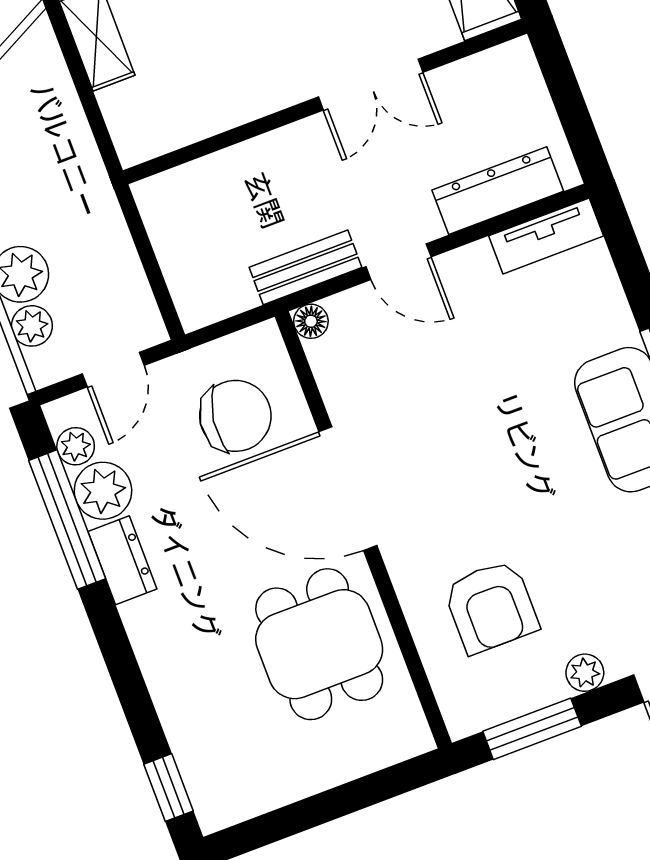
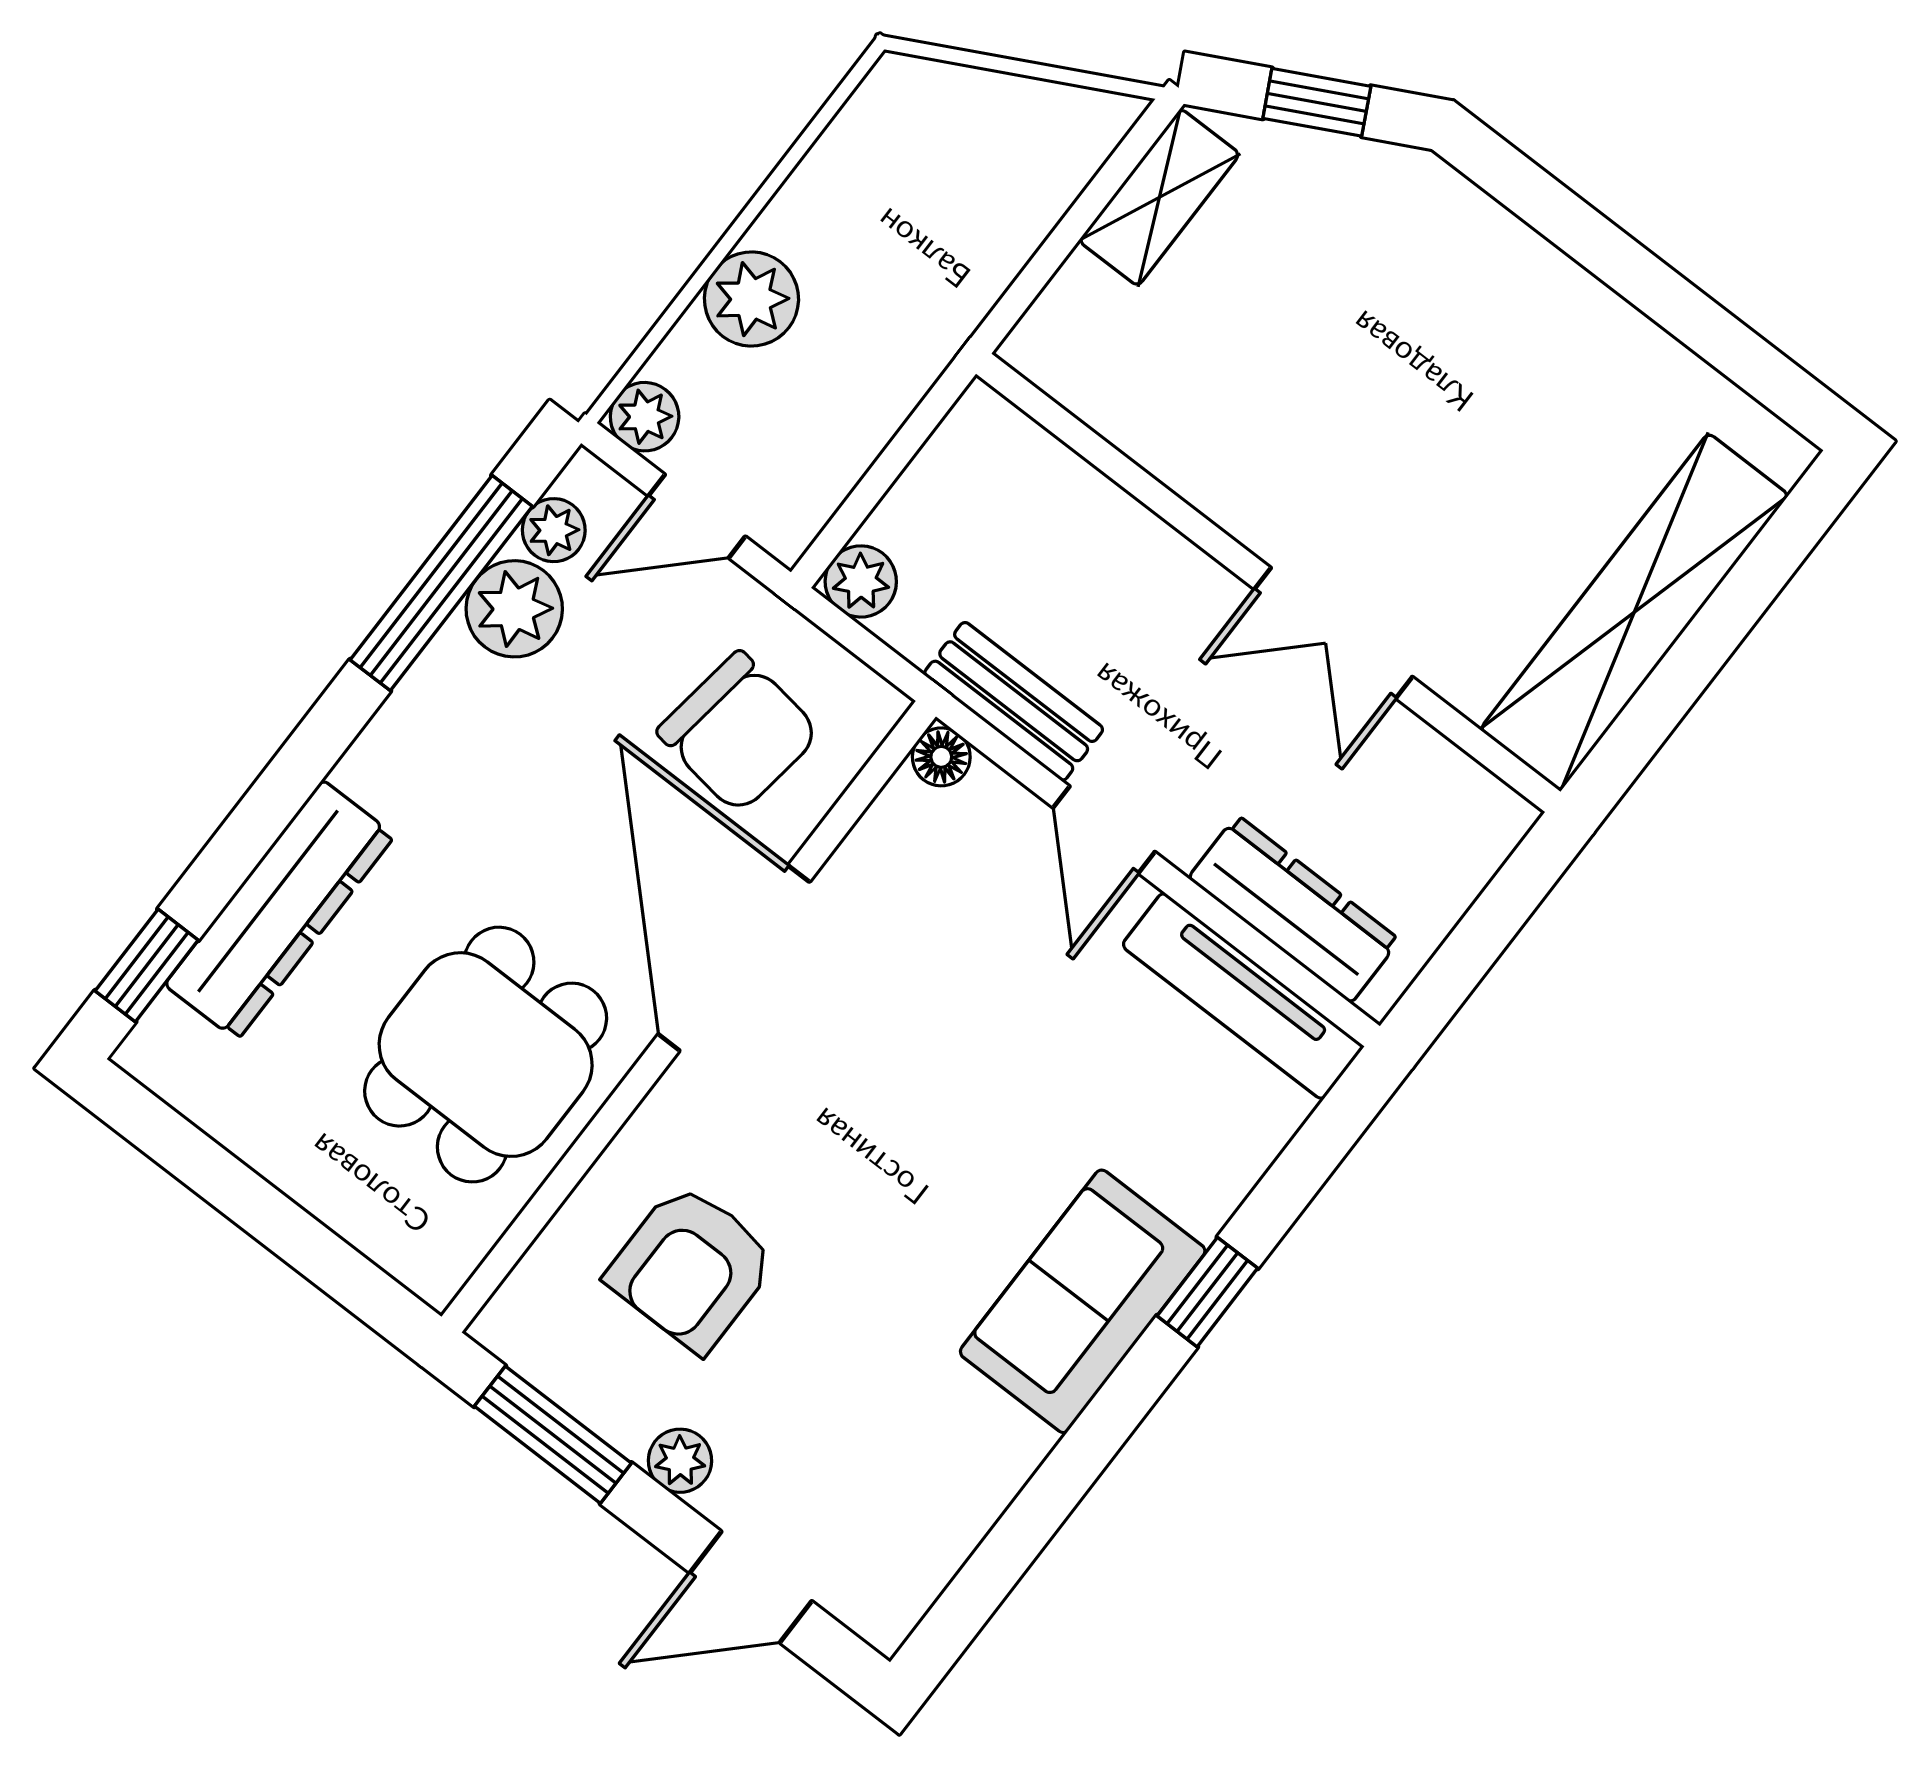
tv unit: (546, 236) -> (1243, 996), width x1.41
plant: (197, 307) -> (861, 581), added
plant: (32, 326) -> (645, 417), moved
dresser: (122, 560) -> (280, 910), moved, width x1.96, depth x1.24

